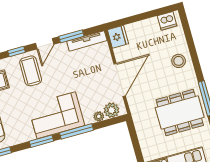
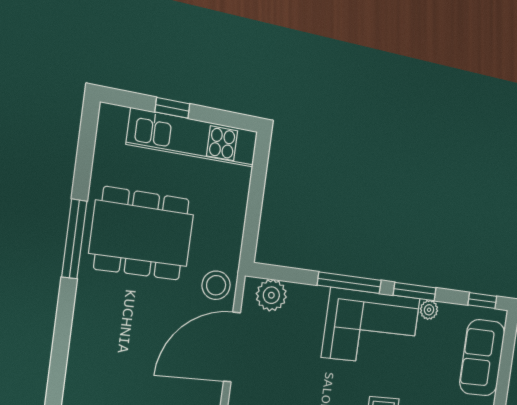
stool: (179, 61) -> (216, 285), moved
plant: (99, 116) -> (429, 310), moved

